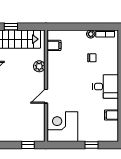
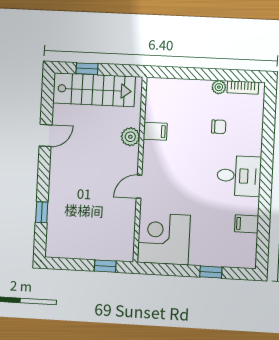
filing cabinet: (54, 45) -> (155, 131), moved

